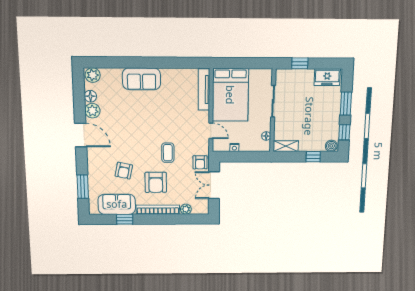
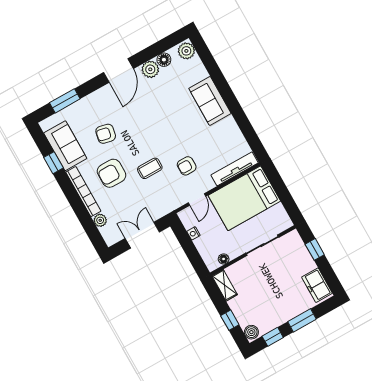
armchair: (200, 162) -> (187, 166), moved

